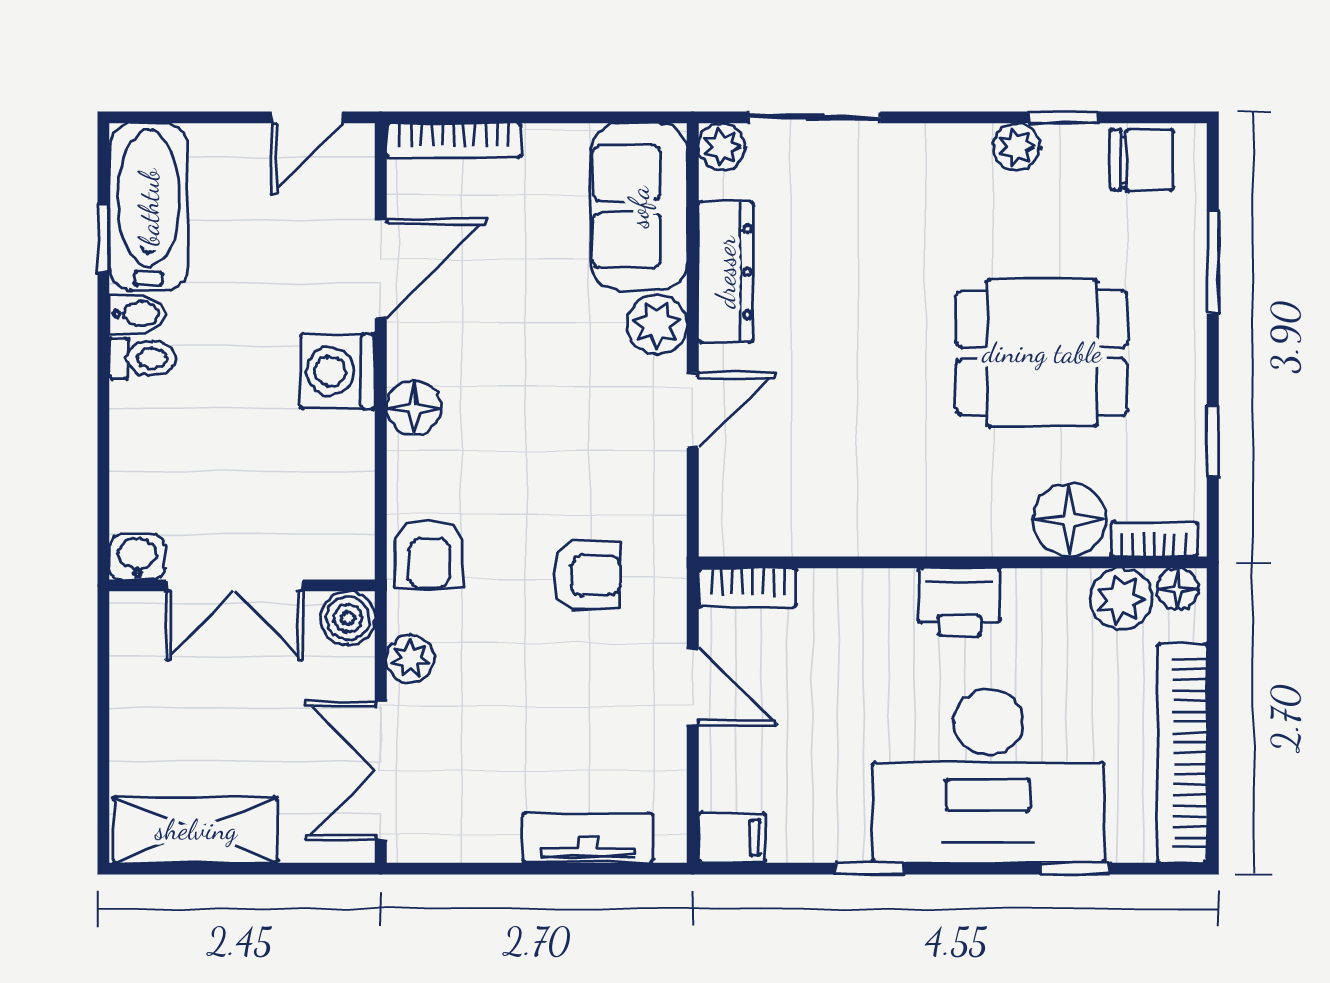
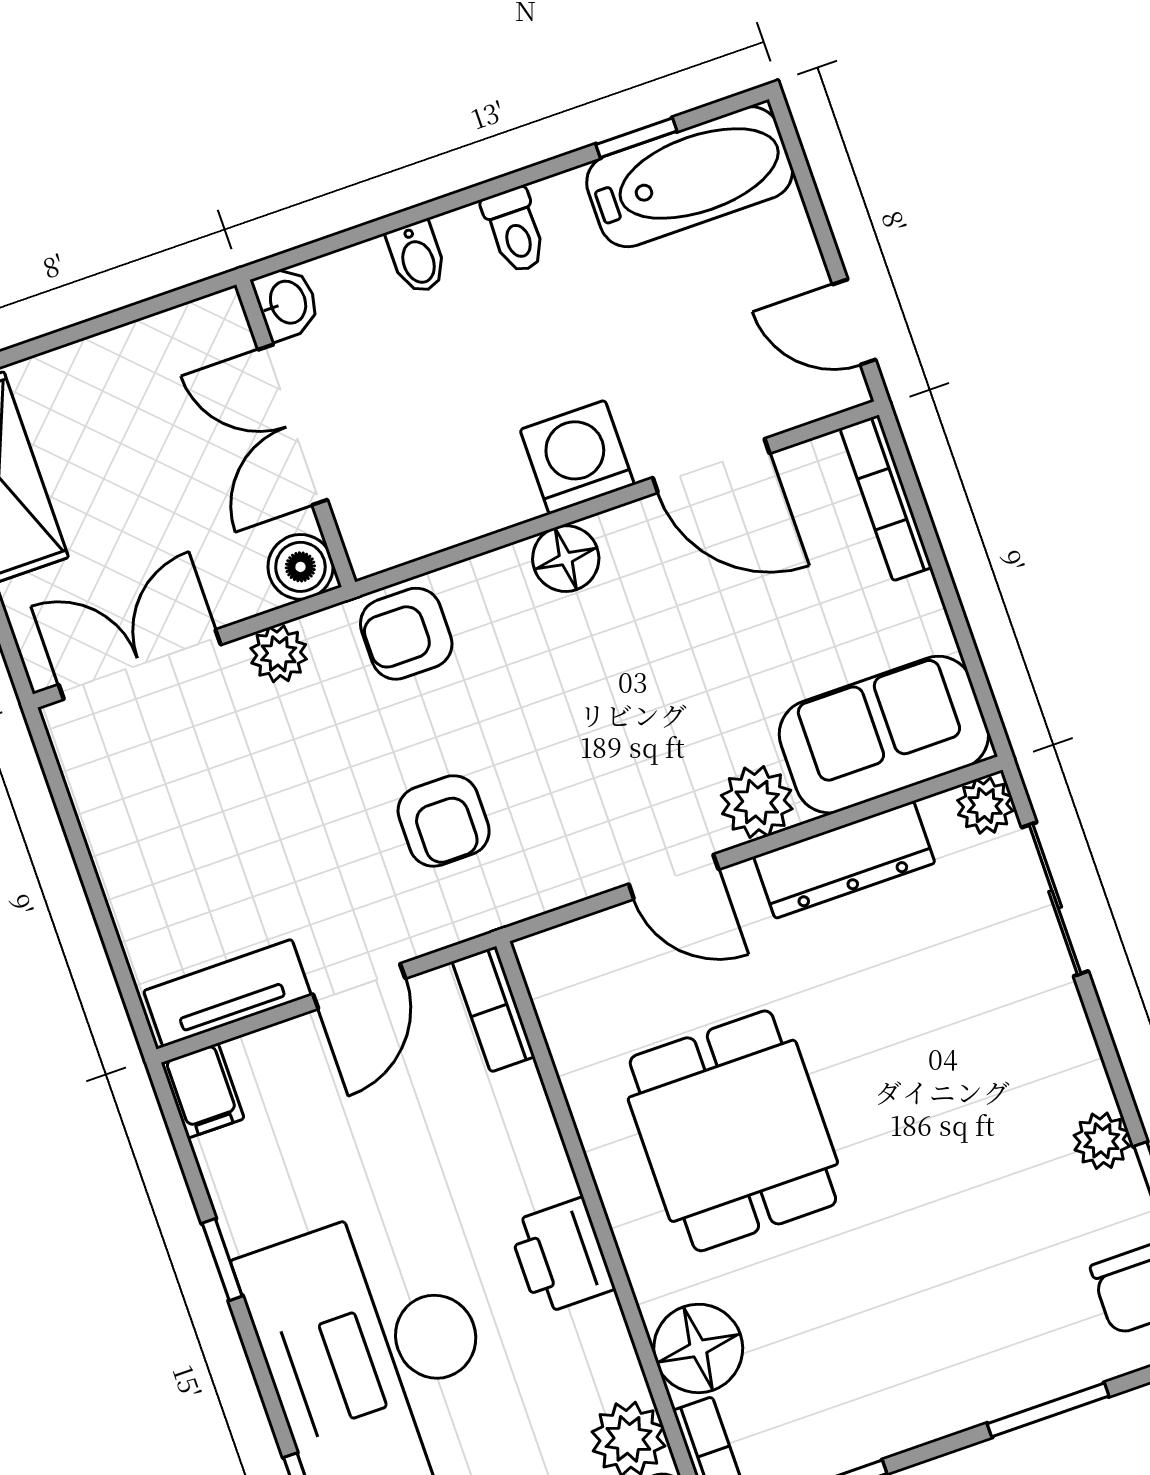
bidet: (137, 314) -> (417, 257), moved
dining table: (1042, 353) -> (733, 1131), moved
tv unit: (588, 838) -> (227, 993), moved, turned -90

